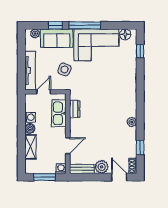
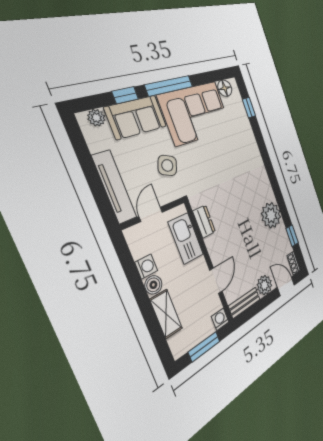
plant: (132, 122) -> (271, 215), width x1.88, depth x1.88

